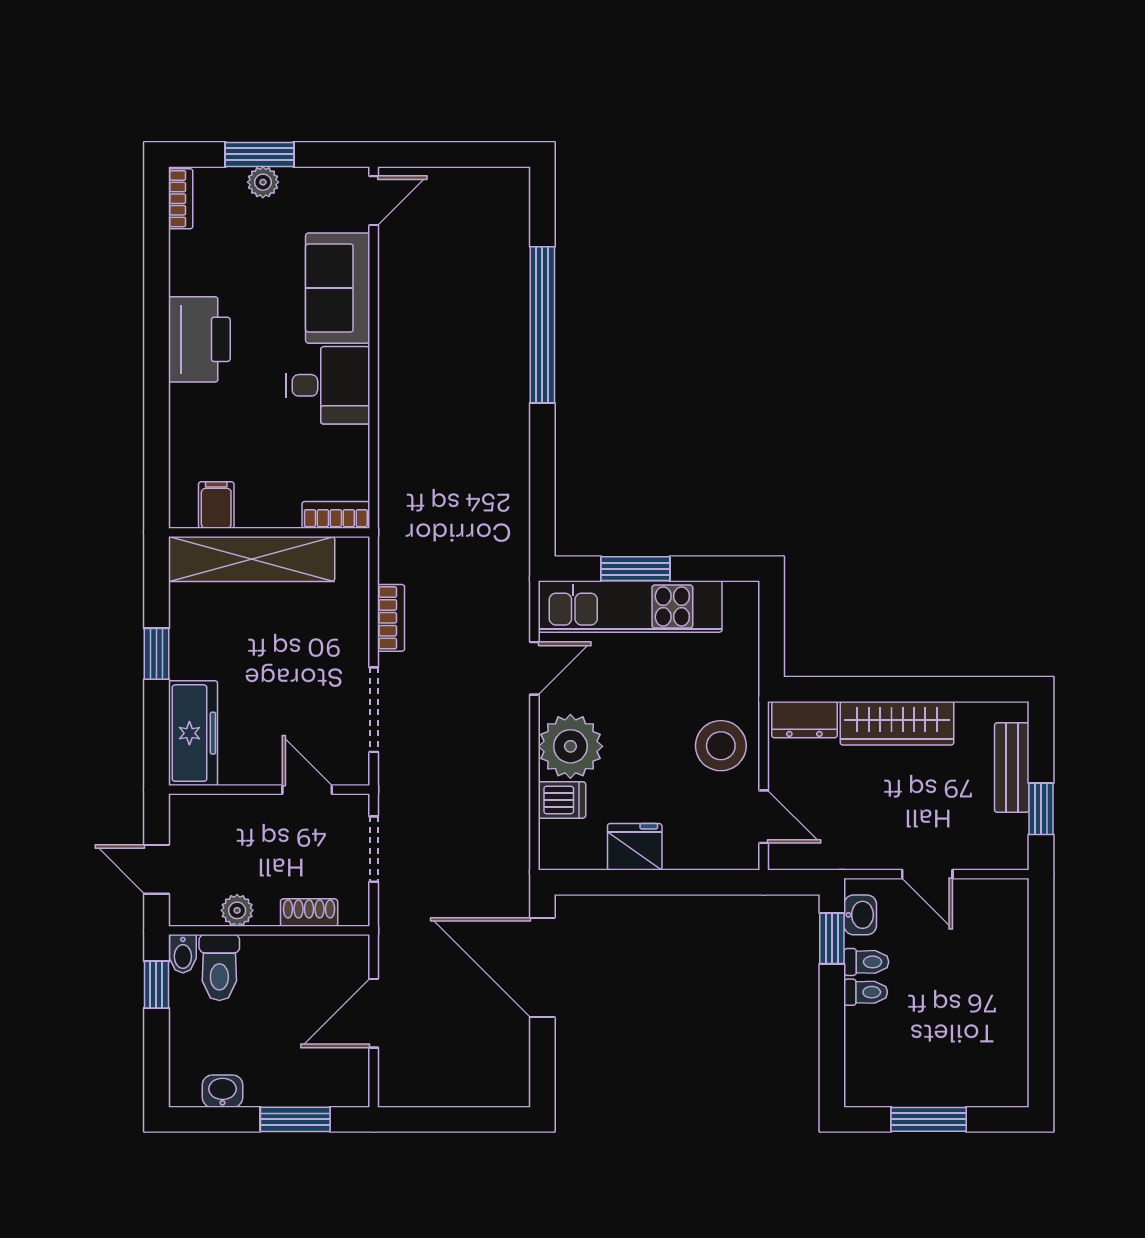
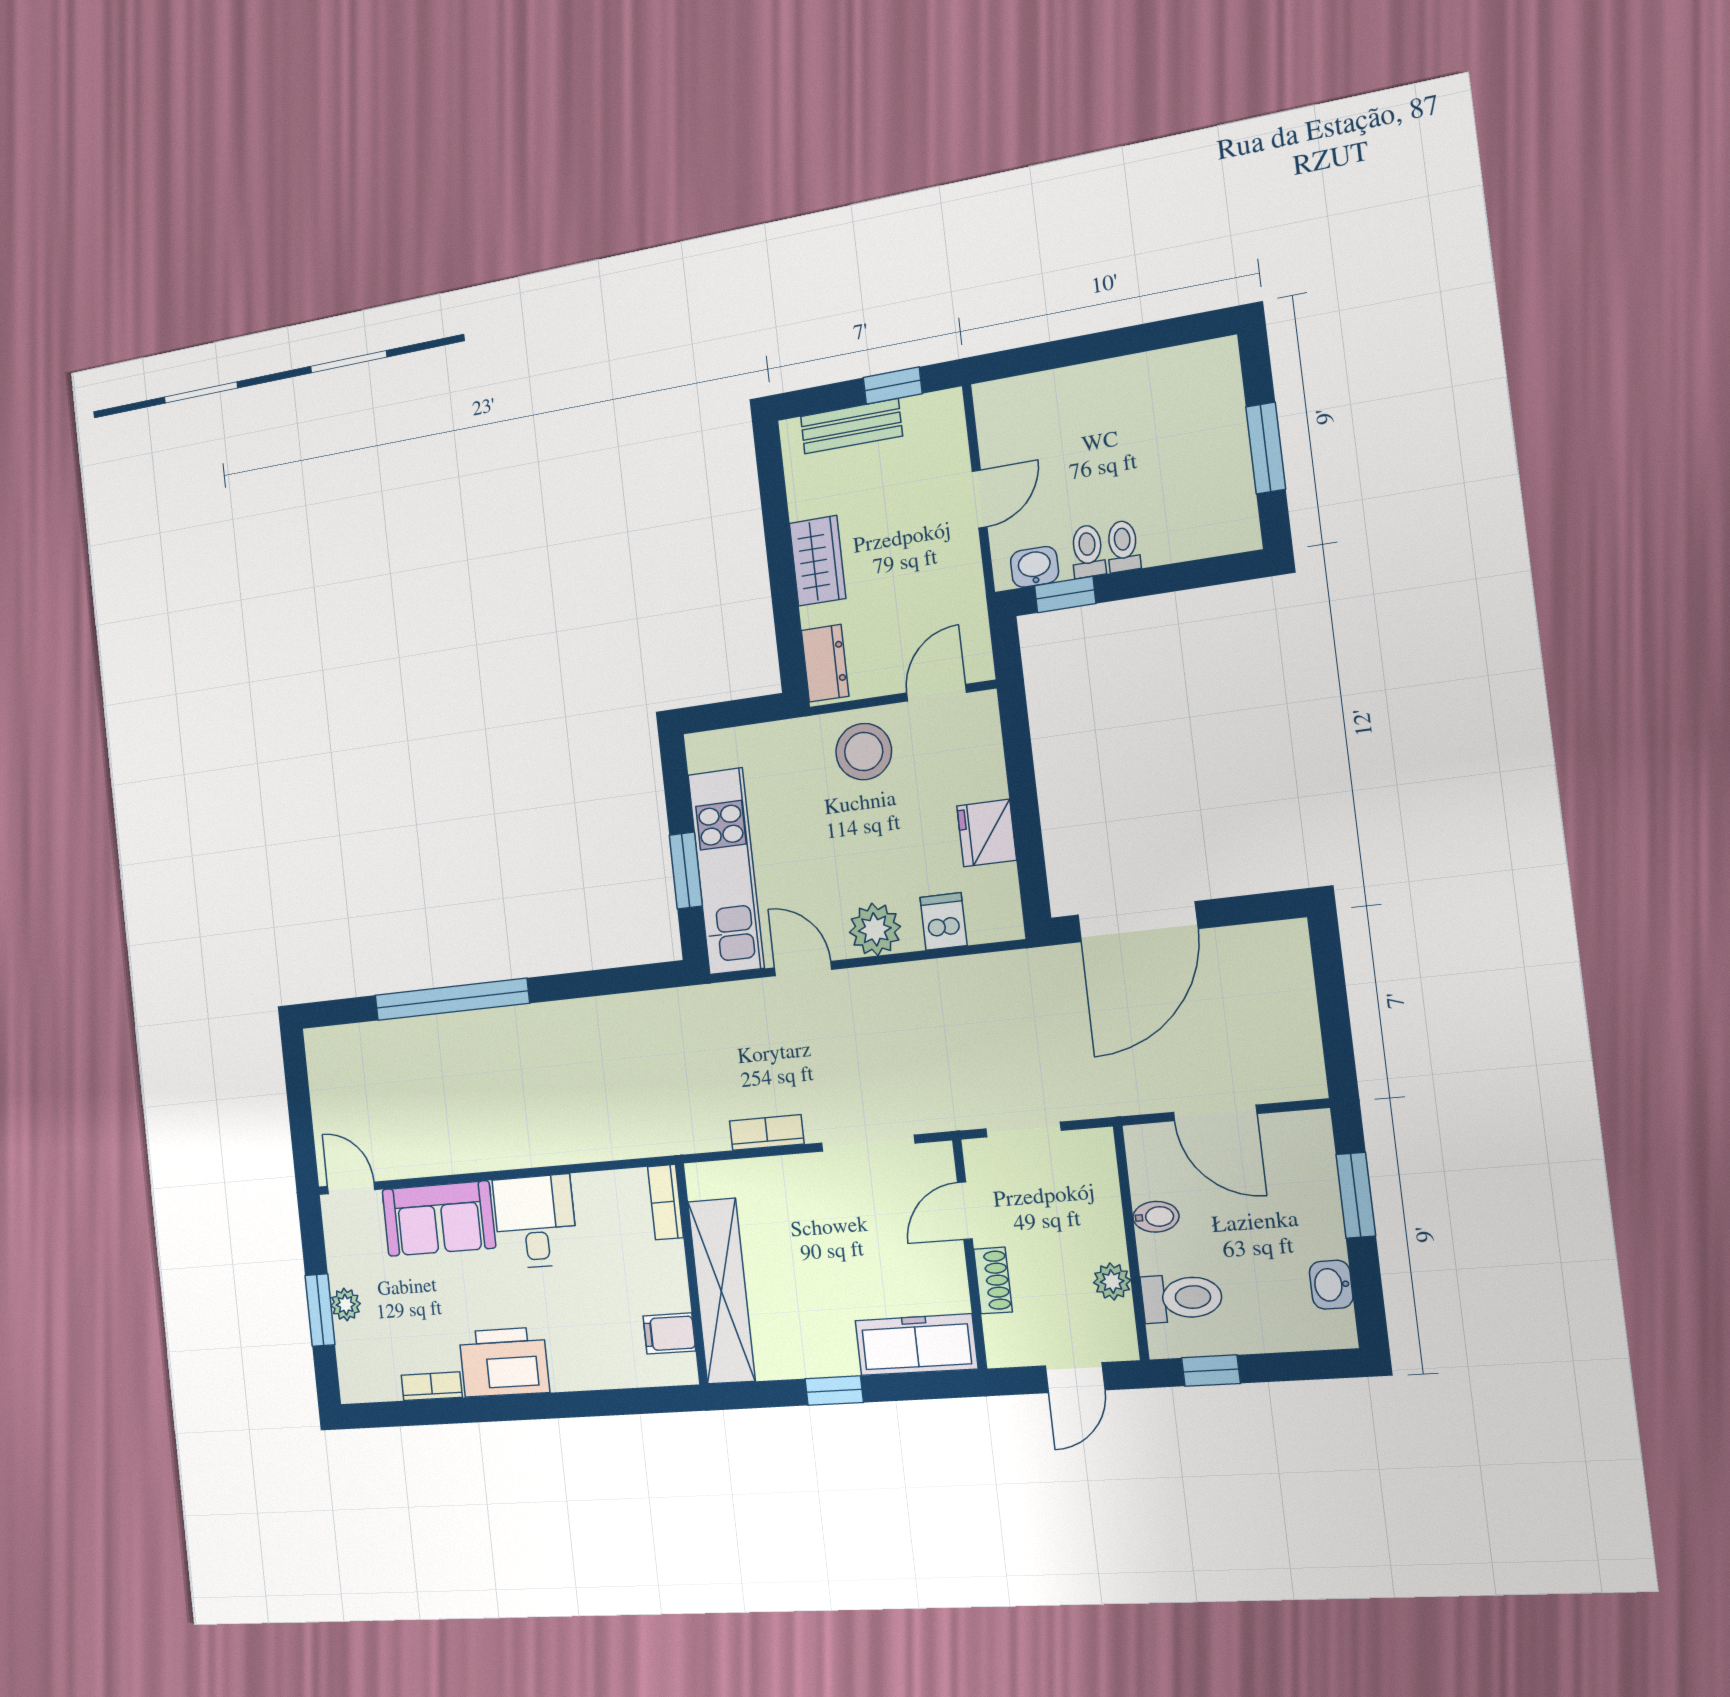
bookcase: (181, 199) -> (432, 1386), moved
wardrobe: (897, 723) -> (818, 561), width x0.67
plant: (570, 746) -> (875, 929), width x0.73, depth x0.73
shoe rack: (309, 913) -> (993, 1280), moved, turned 180
bidet: (183, 954) -> (1156, 1217), moved

